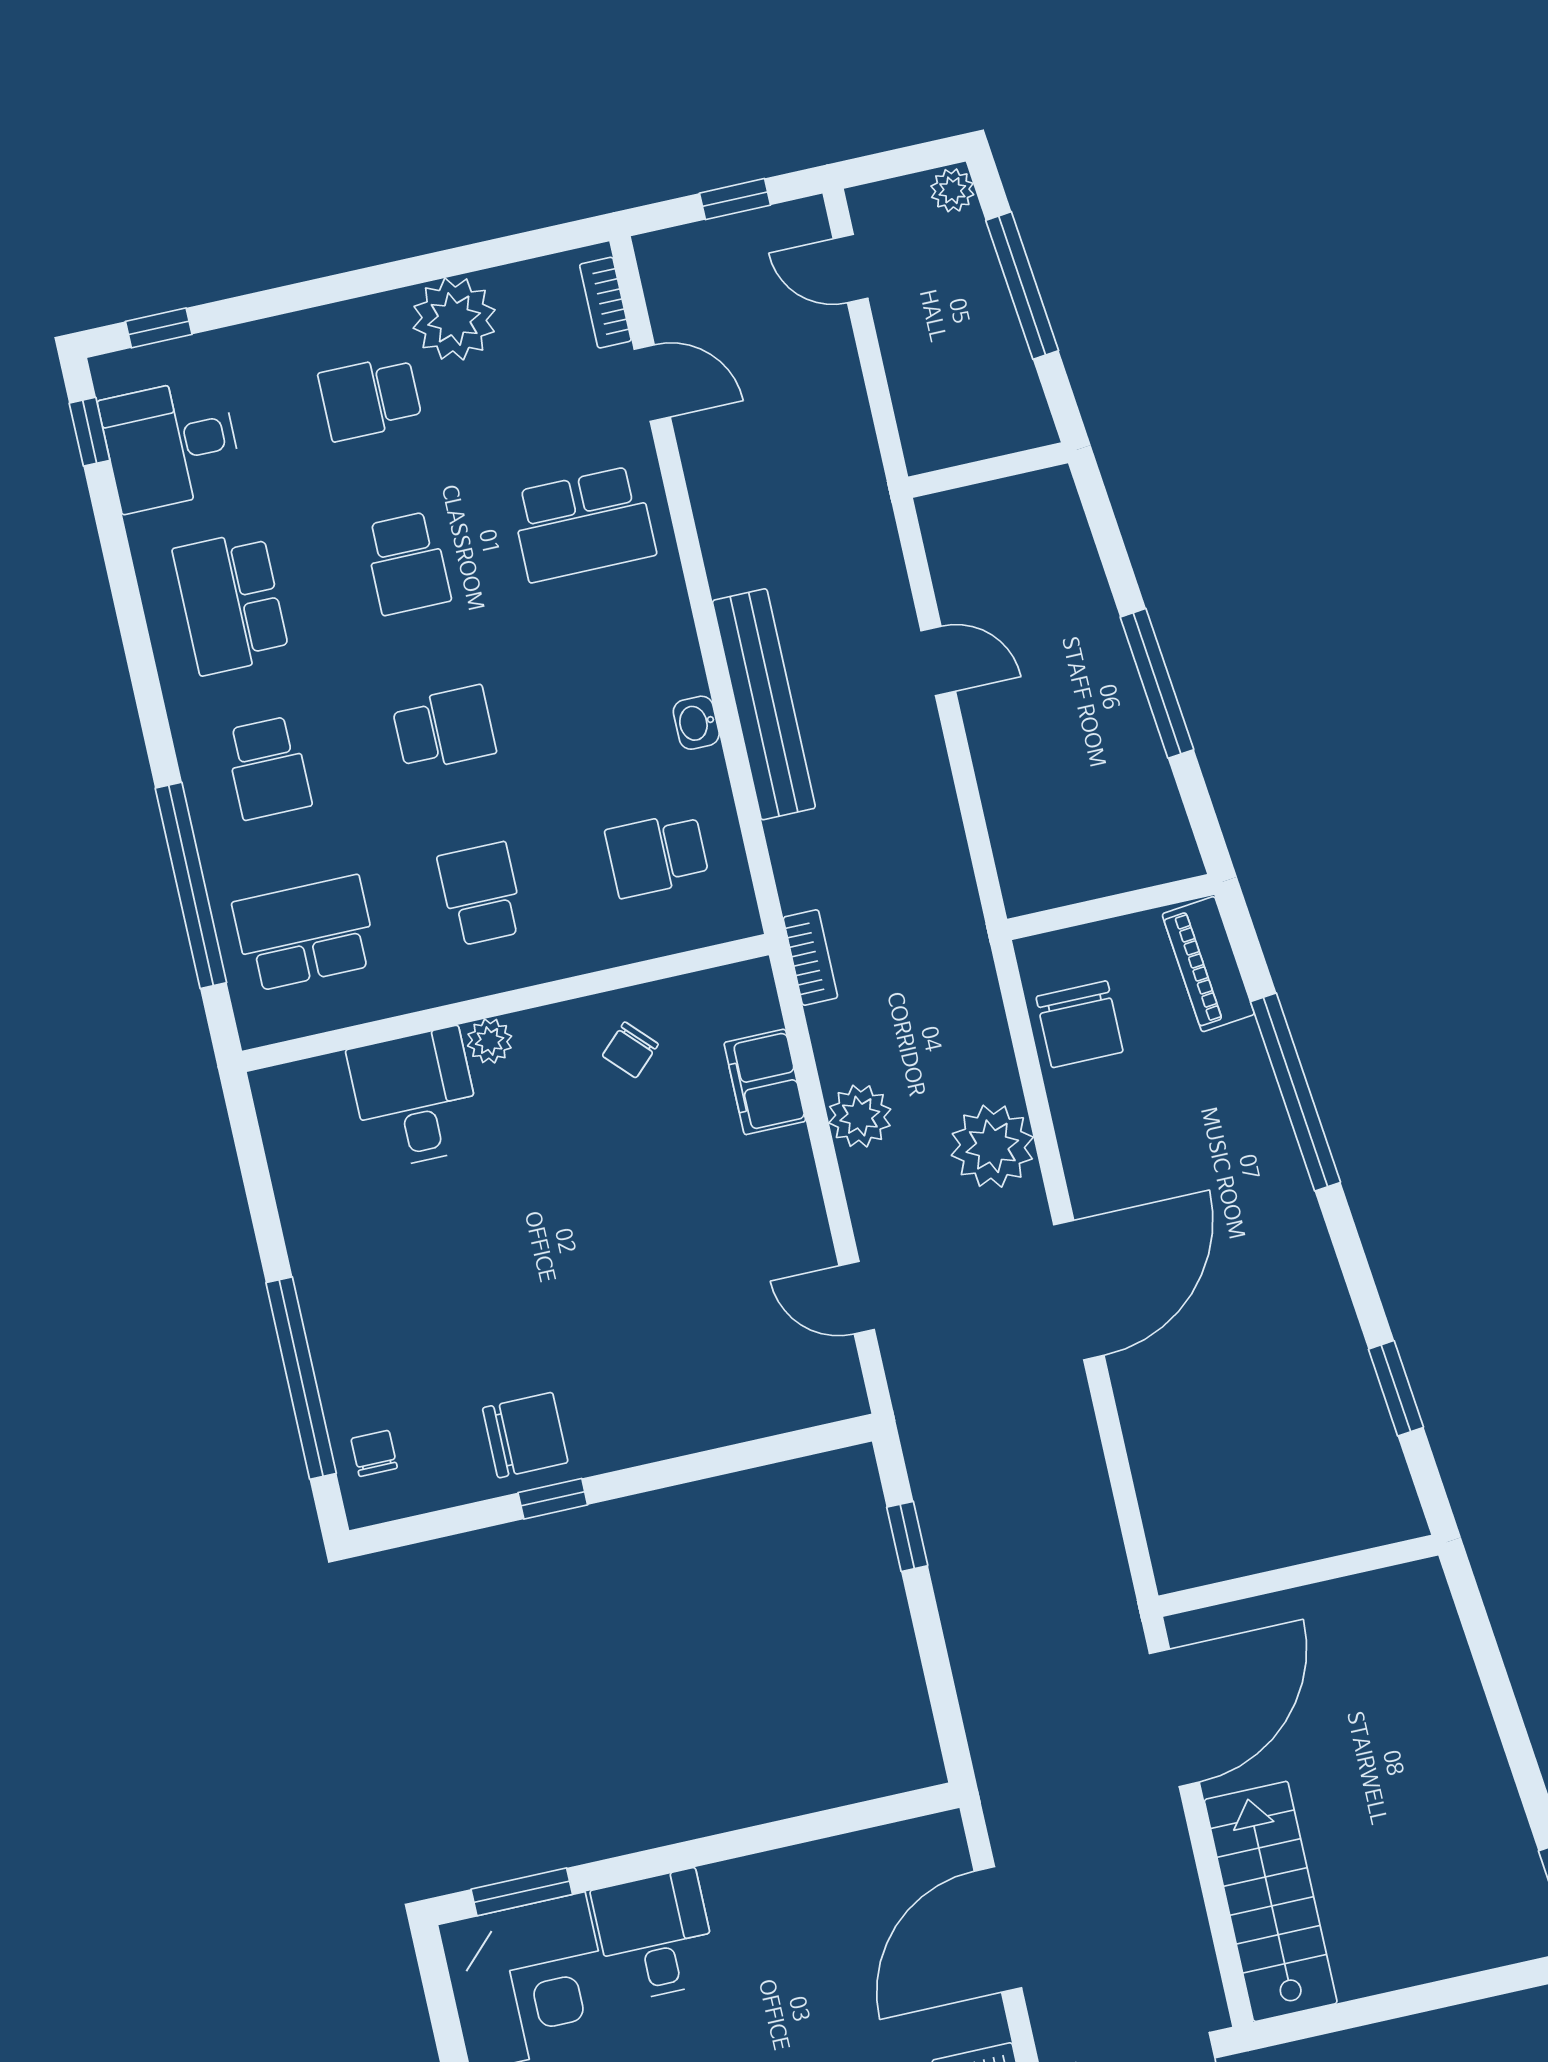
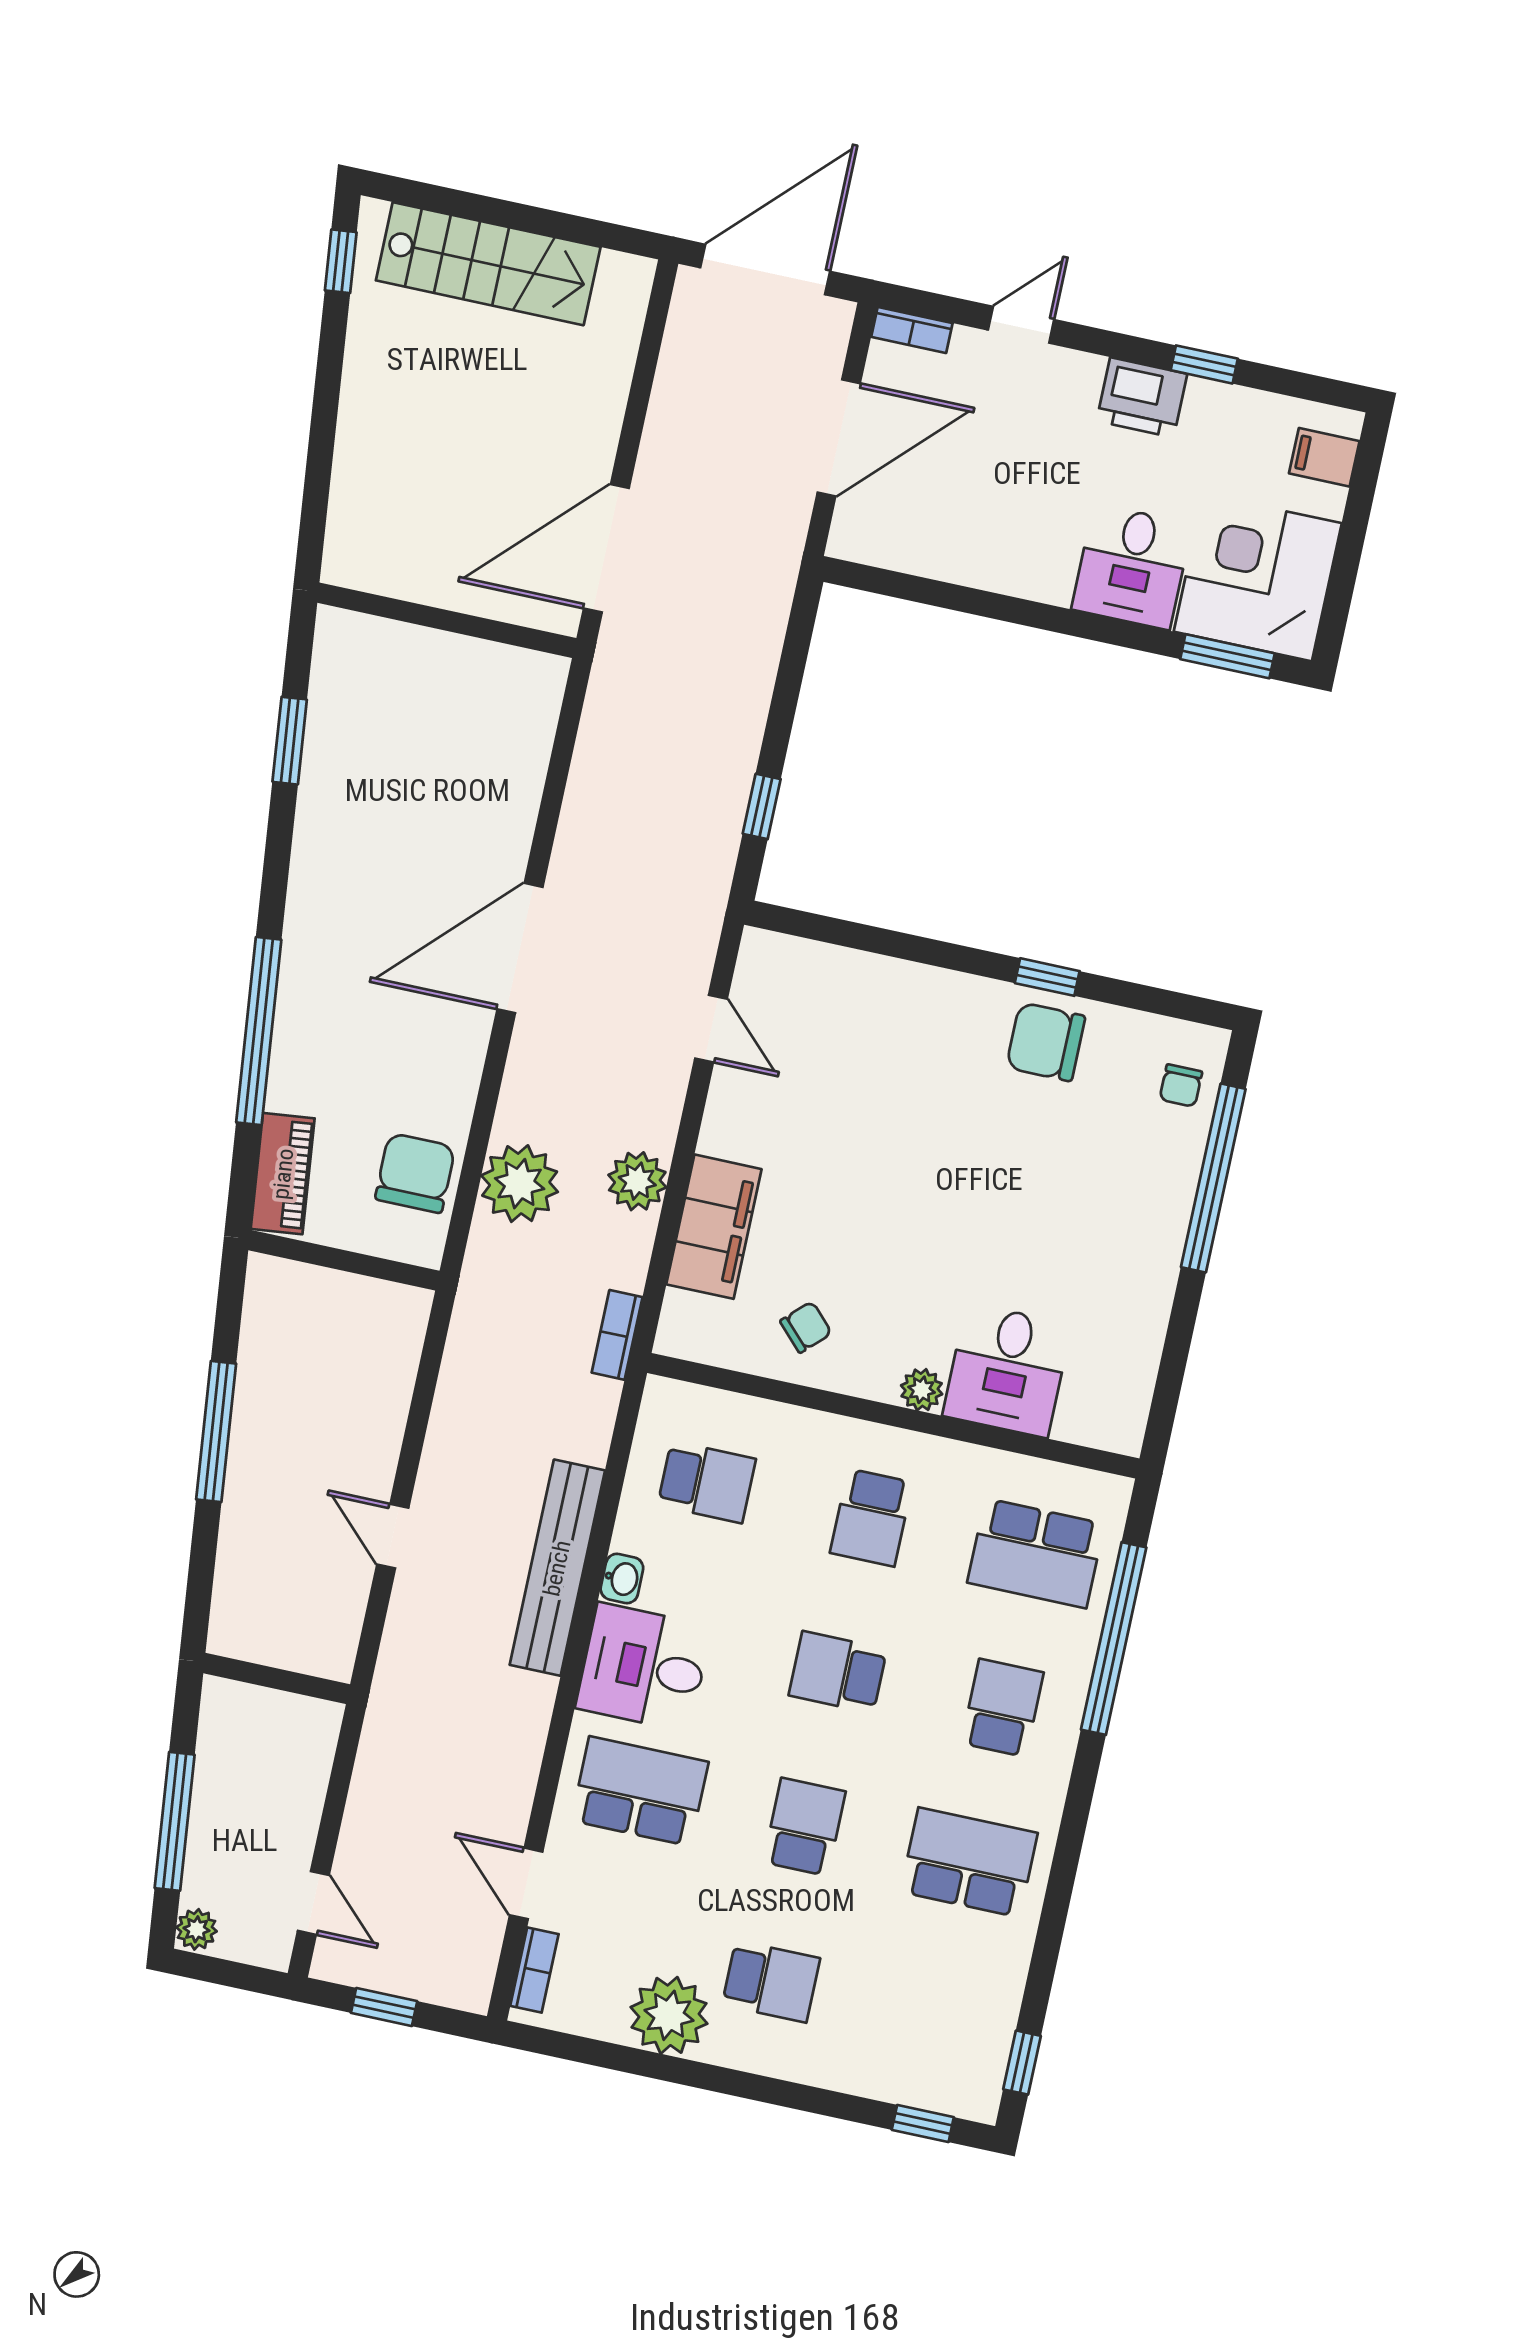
desk: (171, 444) -> (644, 1667), moved, turned 180
school desk: (231, 603) -> (969, 1862), turned -90
filing cabinet: (765, 1082) -> (714, 1227), width x1.50, depth x1.17
plant: (992, 1146) -> (520, 1184), moved
stairs: (1271, 1901) -> (488, 264), moved, turned -90

